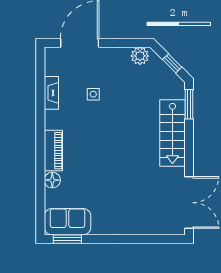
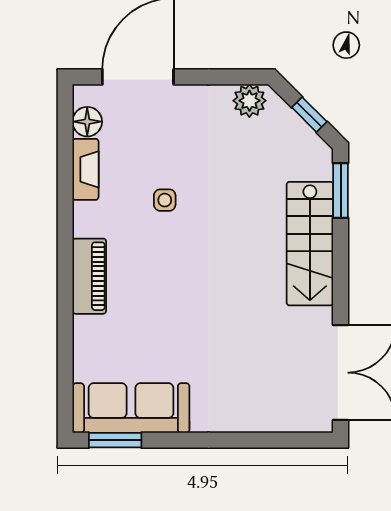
side table: (93, 94) -> (165, 200), moved
floor lamp: (52, 180) -> (87, 122), moved
sofa: (68, 222) -> (131, 408), width x1.36

